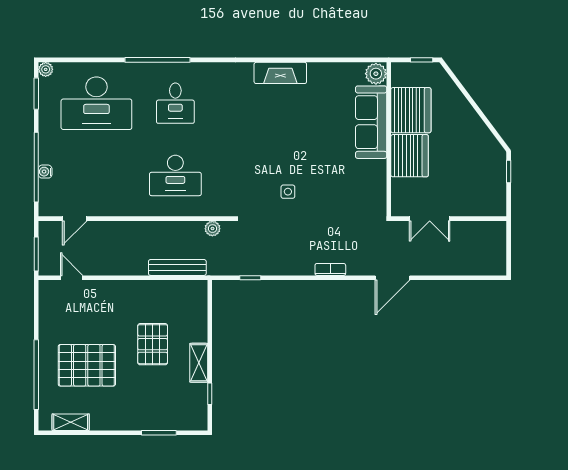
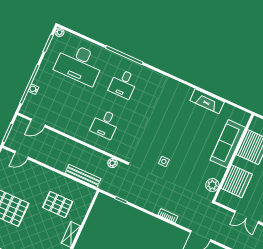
fireplace: (280, 73) -> (207, 101), moved
plant: (376, 74) -> (212, 185), moved
server rack: (410, 156) -> (237, 181), moved
desk: (175, 175) -> (105, 124), width x0.73
double door: (430, 219) -> (247, 217), moved
door: (72, 278) -> (21, 155), swing flipped
pallet: (153, 344) -> (58, 205), moved, turned 90

